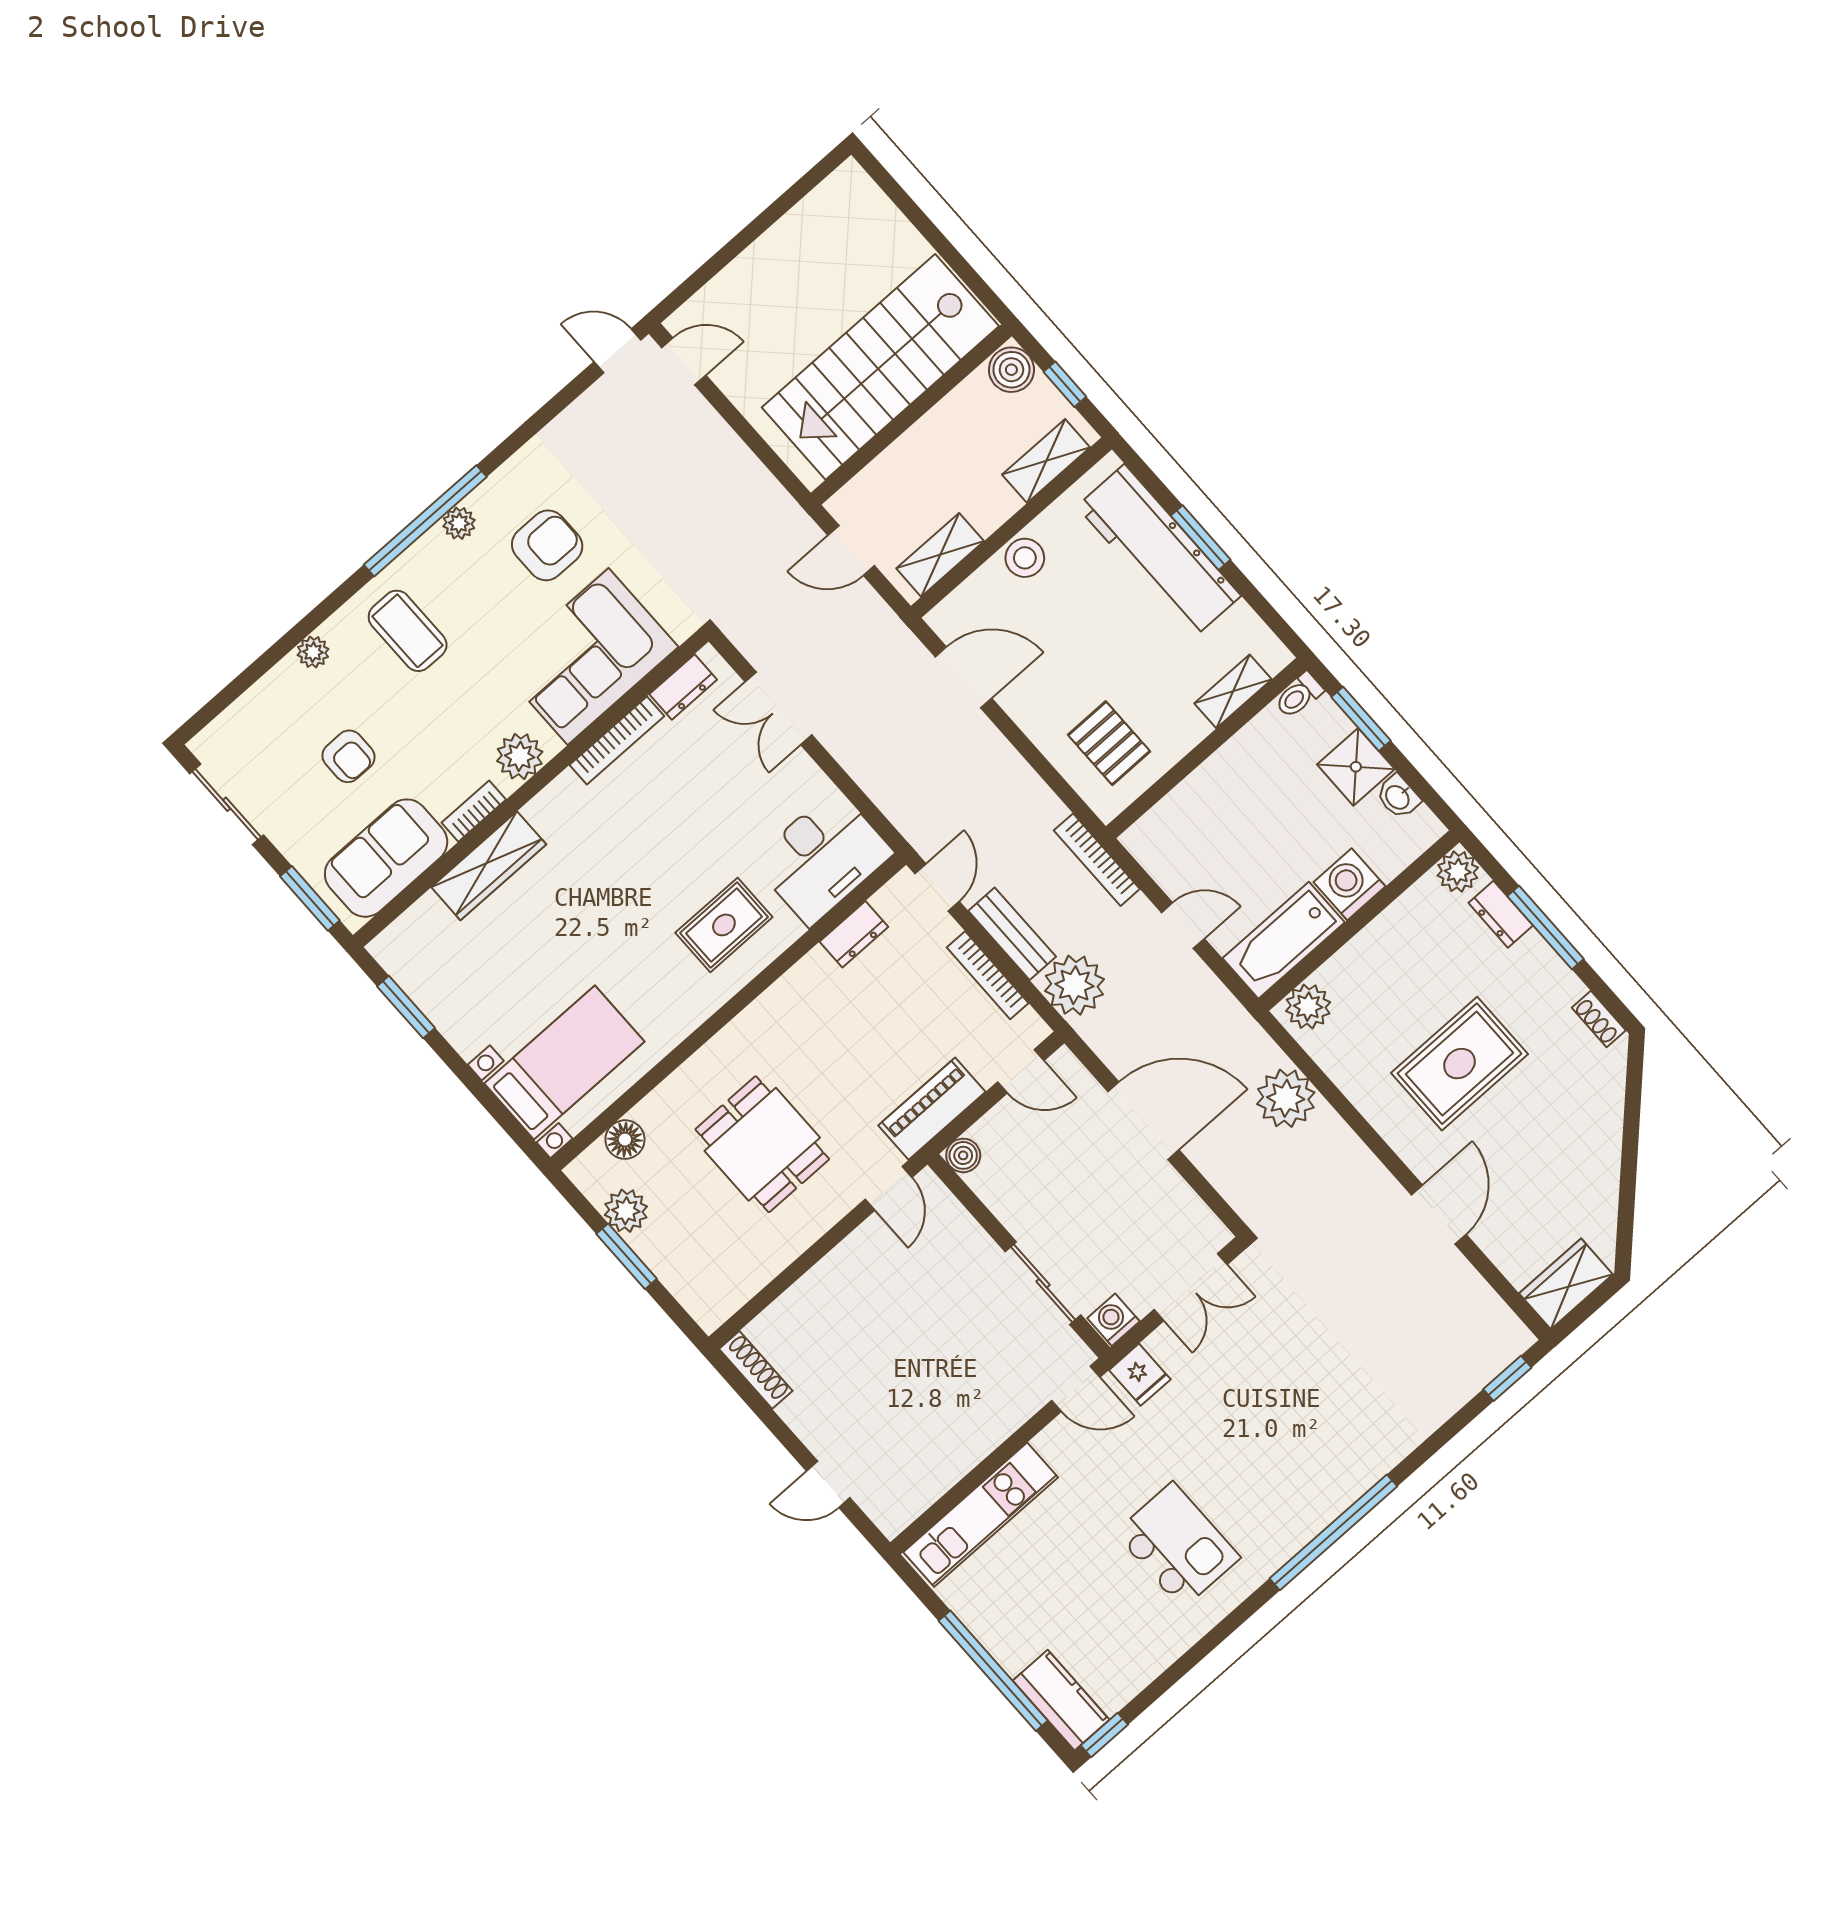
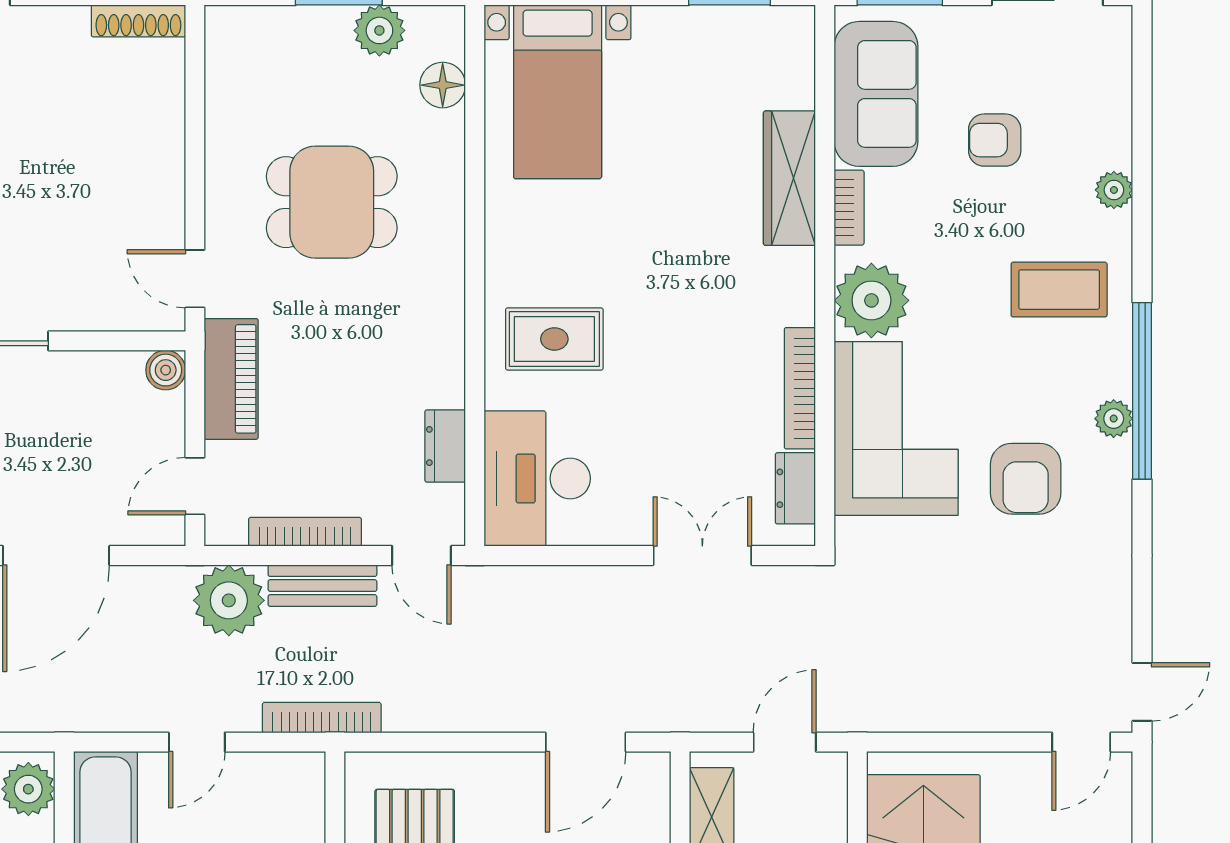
plant: (520, 756) -> (871, 300), width x1.36, depth x1.36
rug: (724, 925) -> (554, 339), turned 90

